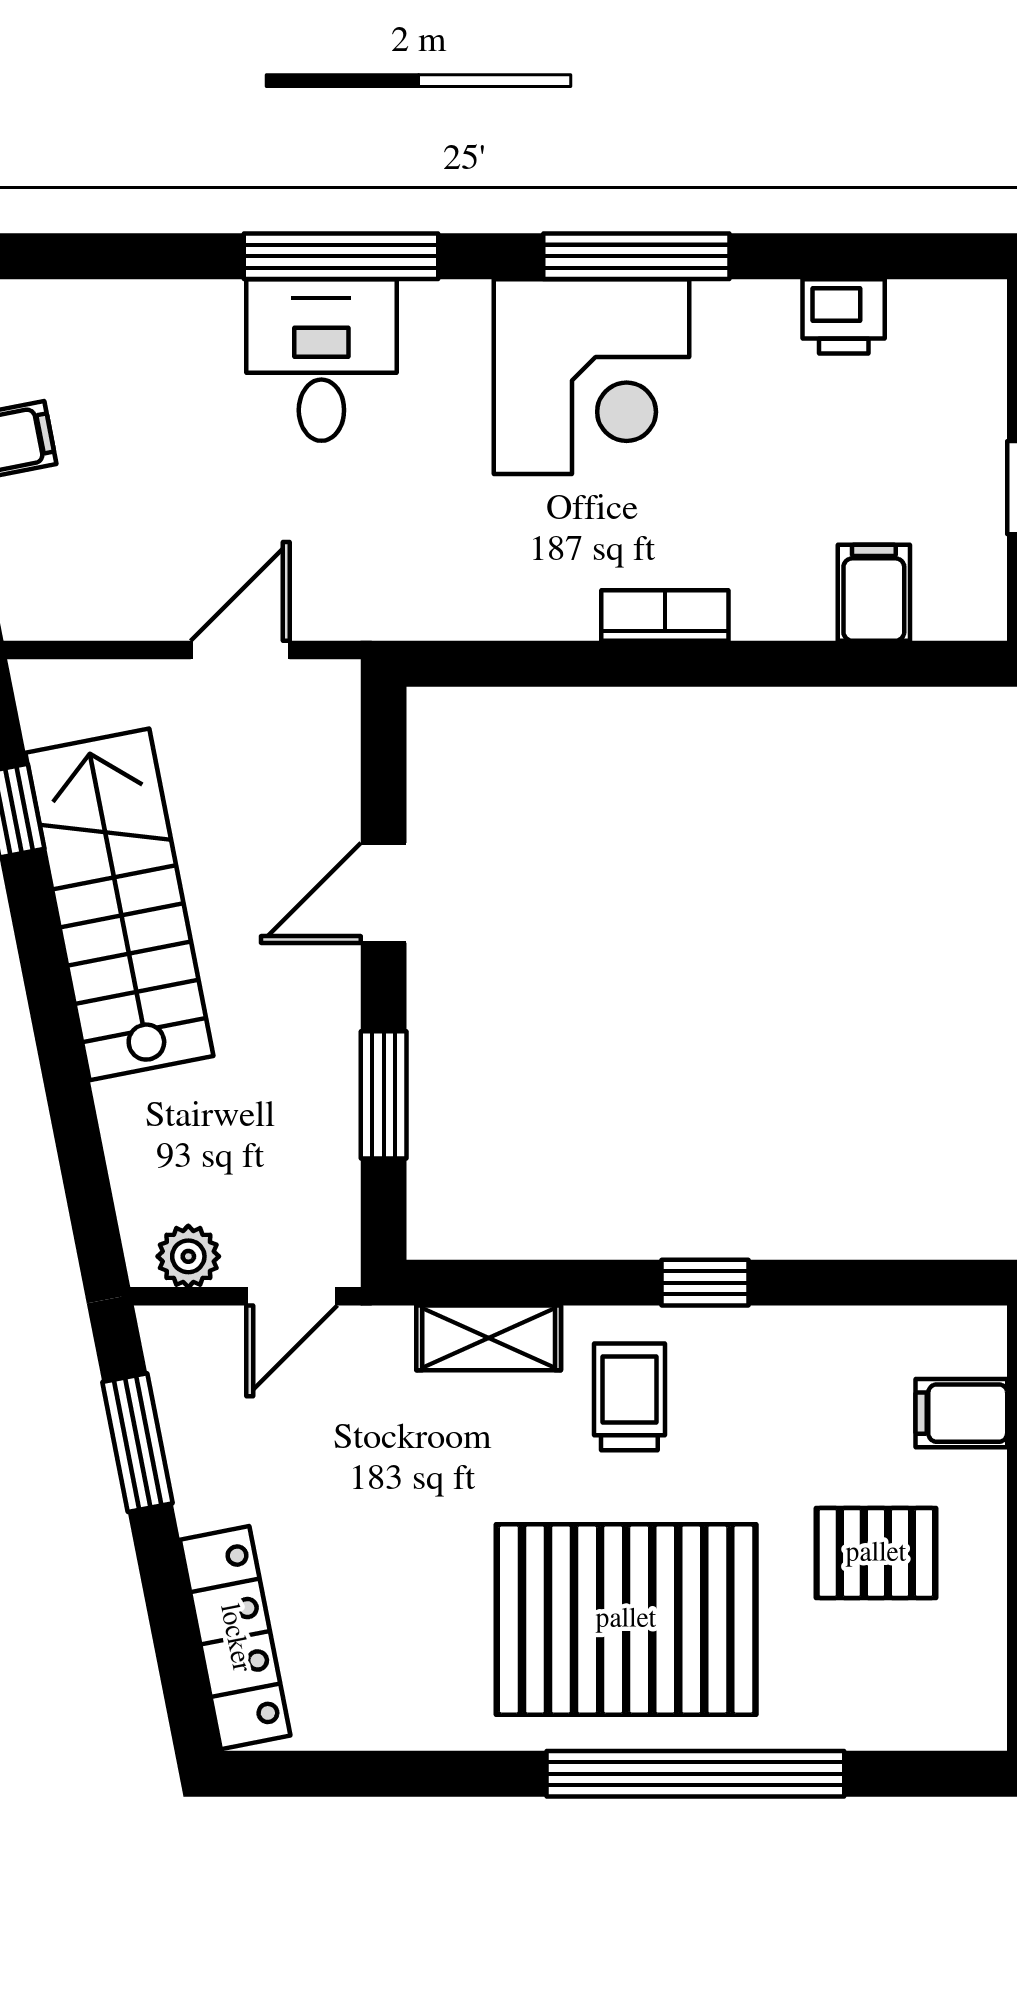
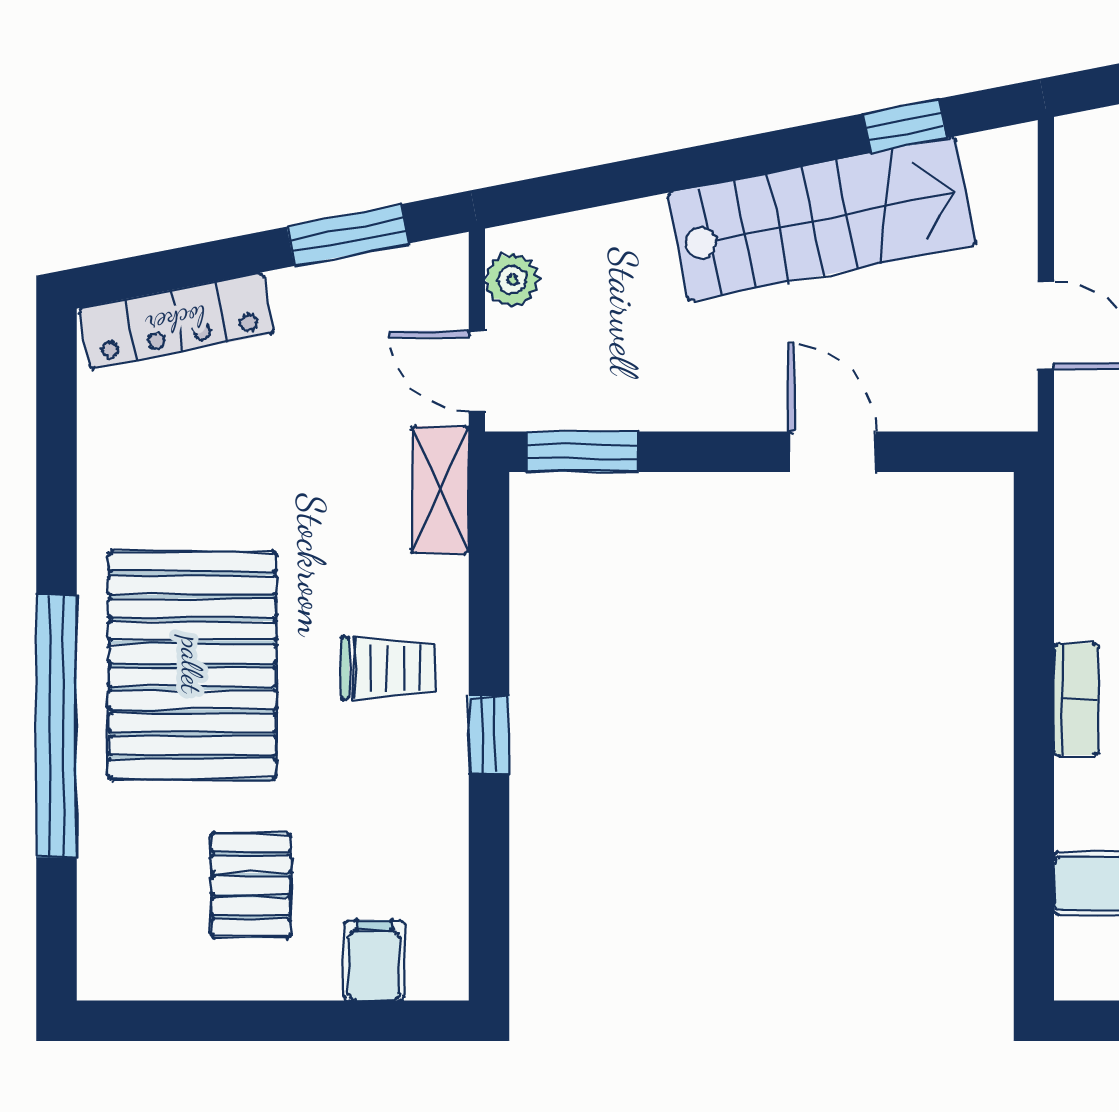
window: (384, 1095) -> (582, 452), moved
shelving: (489, 1338) -> (440, 490), moved

